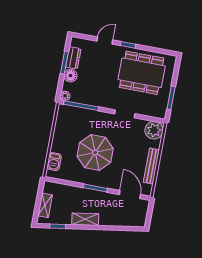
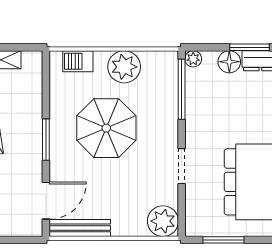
plant: (62, 136) -> (124, 67), added
bench: (151, 166) -> (80, 228), moved

